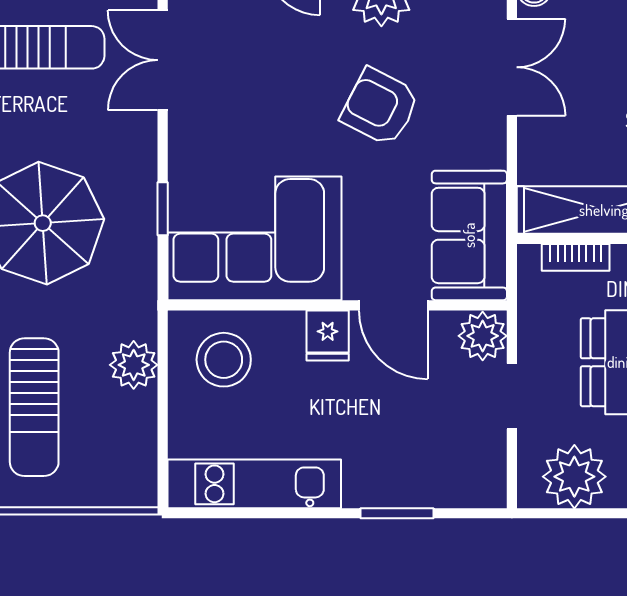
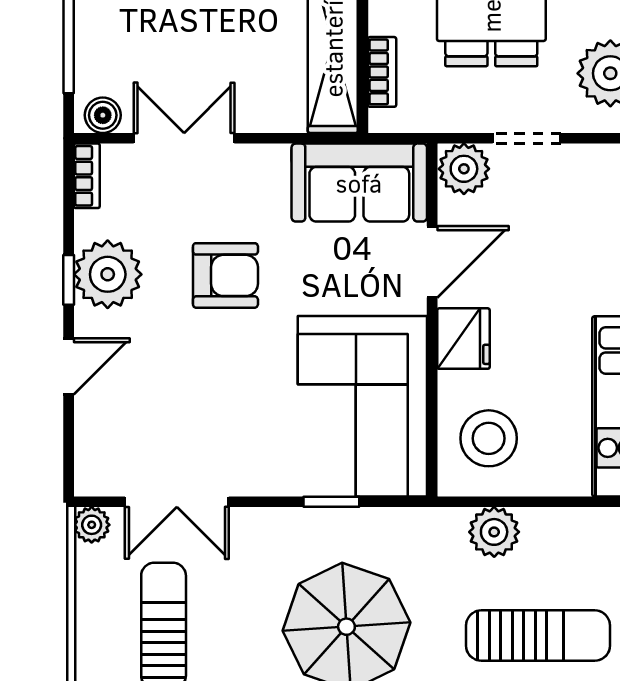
armchair: (380, 107) -> (225, 275), turned -117
fridge: (328, 336) -> (463, 339), width x1.38

